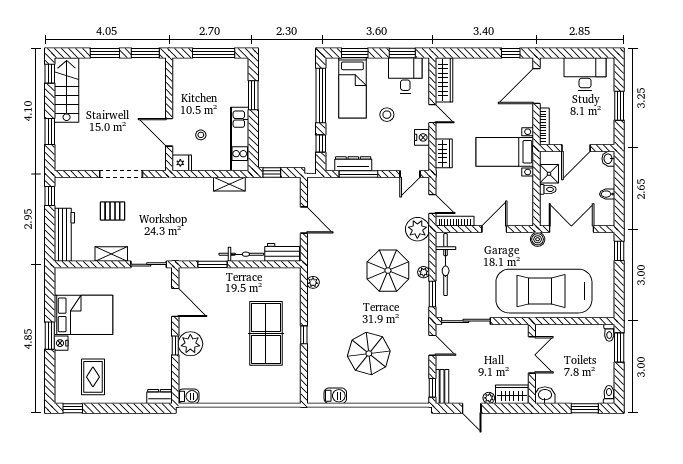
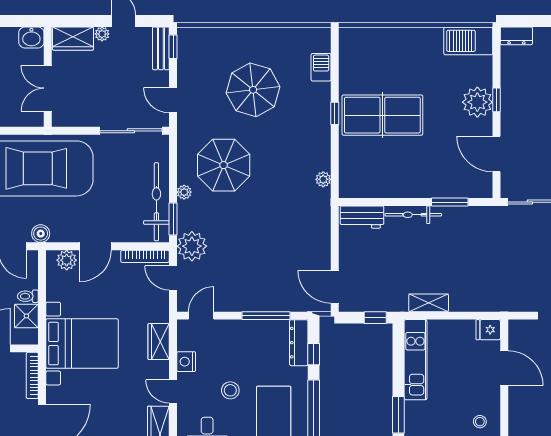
stool: (201, 135) -> (480, 422), moved
bed with nightstands: (505, 152) -> (82, 344), width x1.36
dresser: (353, 164) -> (299, 343), moved, turned 90
plant: (517, 218) -> (67, 260), added
door: (304, 220) -> (335, 287), moved
parasol: (388, 271) -> (224, 165), moved
window: (432, 294) -> (173, 219), moved
table tennis table: (266, 333) -> (382, 115), turned 90
barbecue: (189, 396) -> (468, 41), width x1.88, depth x1.53
barbecue: (335, 396) -> (321, 67), moved, turned 90

